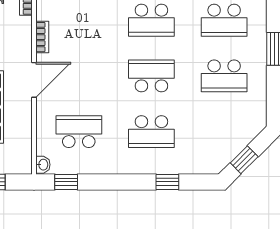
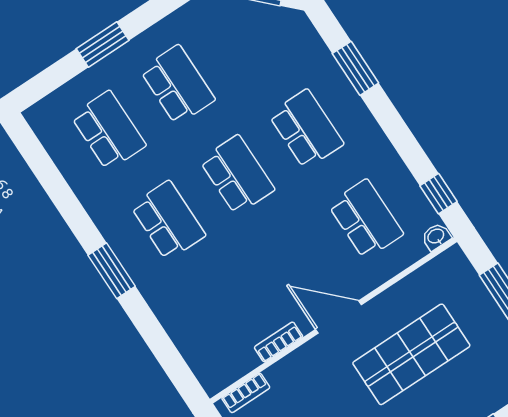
school desk: (151, 76) -> (237, 175), turned 180
school desk: (79, 132) -> (366, 219), turned 180
window: (167, 182) -> (355, 68), width x1.50

